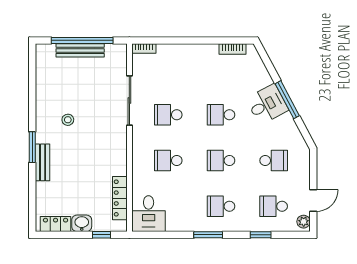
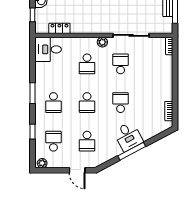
plant: (139, 140) -> (102, 42), added
school desk: (168, 161) -> (87, 64), turned 180
school desk: (221, 161) -> (87, 103), turned 180
locker: (120, 198) -> (59, 28), width x0.66
door: (313, 200) -> (77, 170), moved
school desk: (221, 206) -> (53, 103), turned 180

